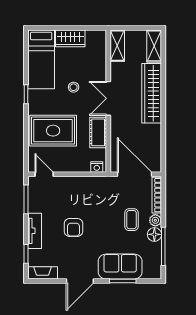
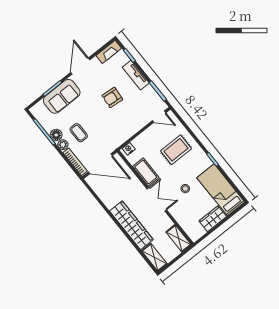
rug: (53, 131) -> (176, 150), width x0.73, depth x0.70
armchair: (73, 227) -> (112, 97), turned -85

